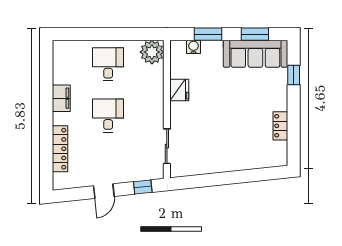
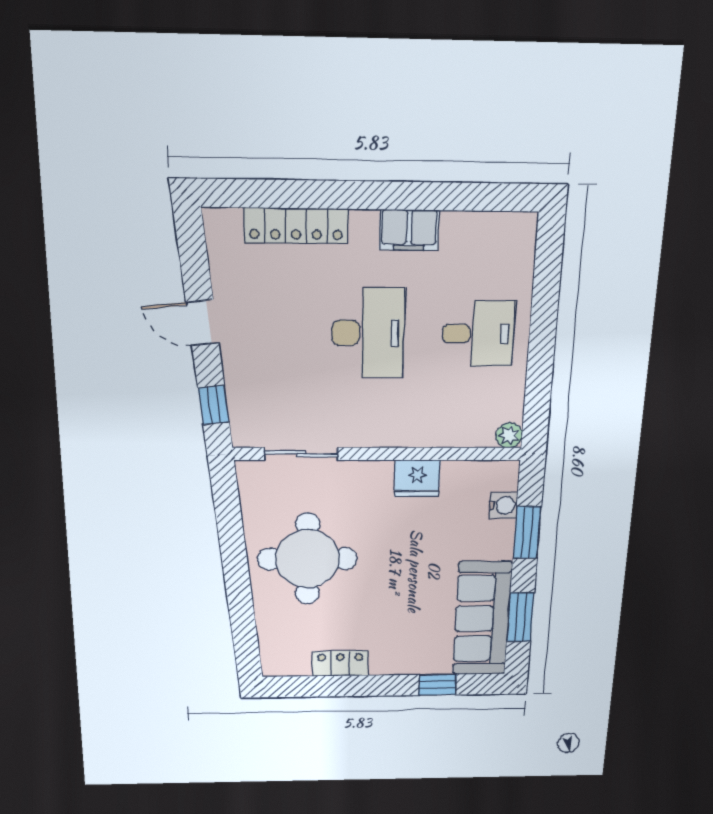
plant: (152, 52) -> (509, 435), width x0.53, depth x0.53
desk: (108, 116) -> (368, 333), width x1.37
round table: (222, 143) -> (307, 559), added

